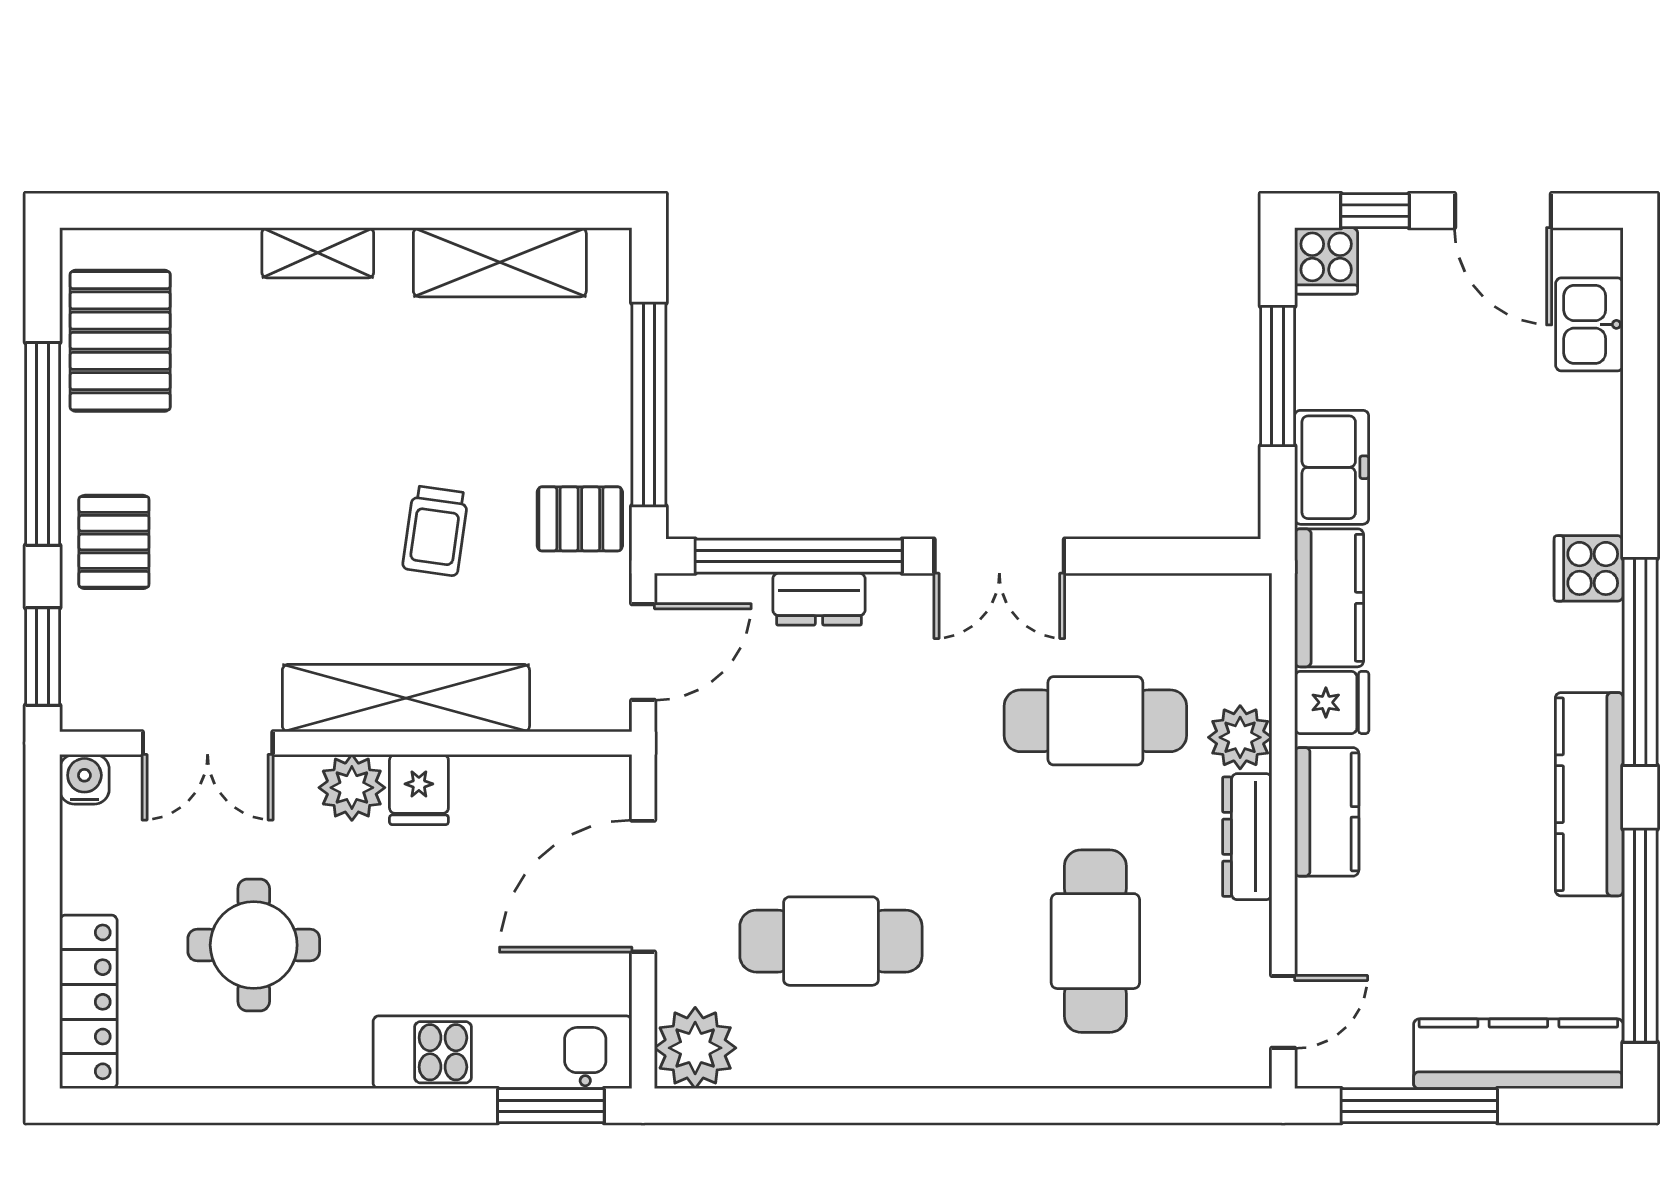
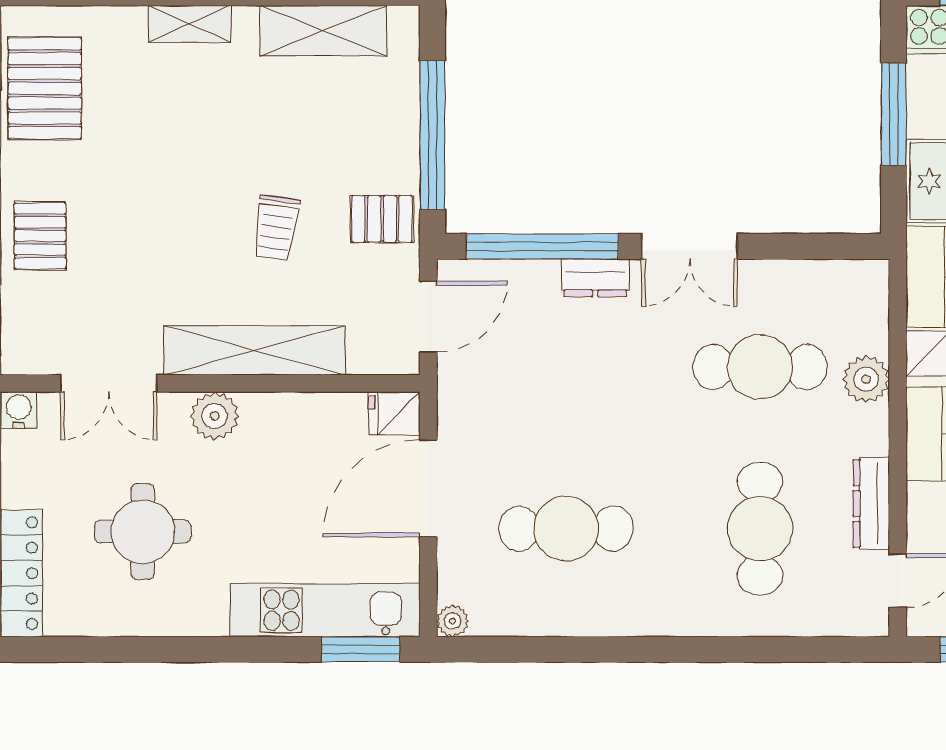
dresser: (819, 599) -> (595, 278), moved
fridge: (419, 790) -> (394, 413), moved, turned 90
dresser: (1247, 837) -> (871, 503), moved
plant: (695, 1048) -> (453, 621), width x0.53, depth x0.53

